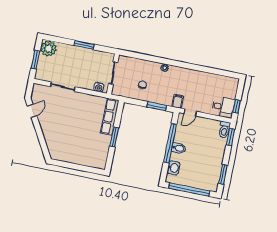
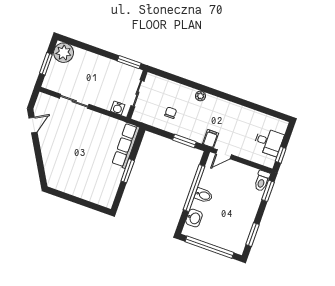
window: (84, 45) -> (129, 62), moved
desk: (223, 107) -> (269, 142), moved

